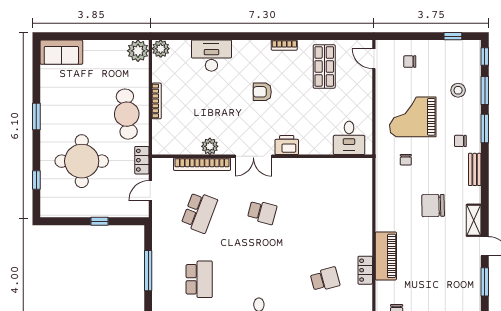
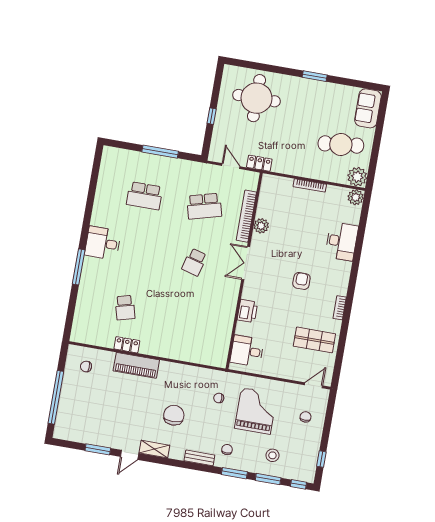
cafe table: (127, 114) -> (341, 144), moved
printer: (287, 145) -> (247, 311), moved
round table: (82, 161) -> (256, 98), moved
window: (36, 180) -> (258, 66), removed
school desk: (199, 212) -> (204, 206), turned -36

